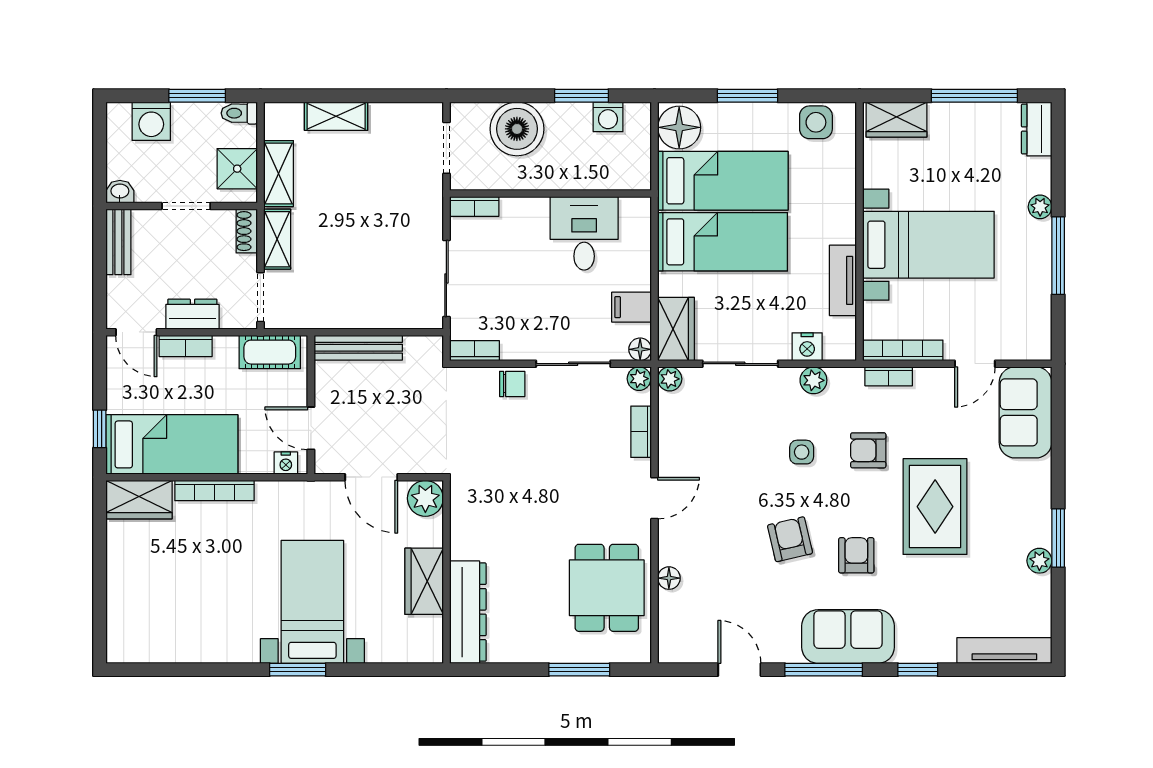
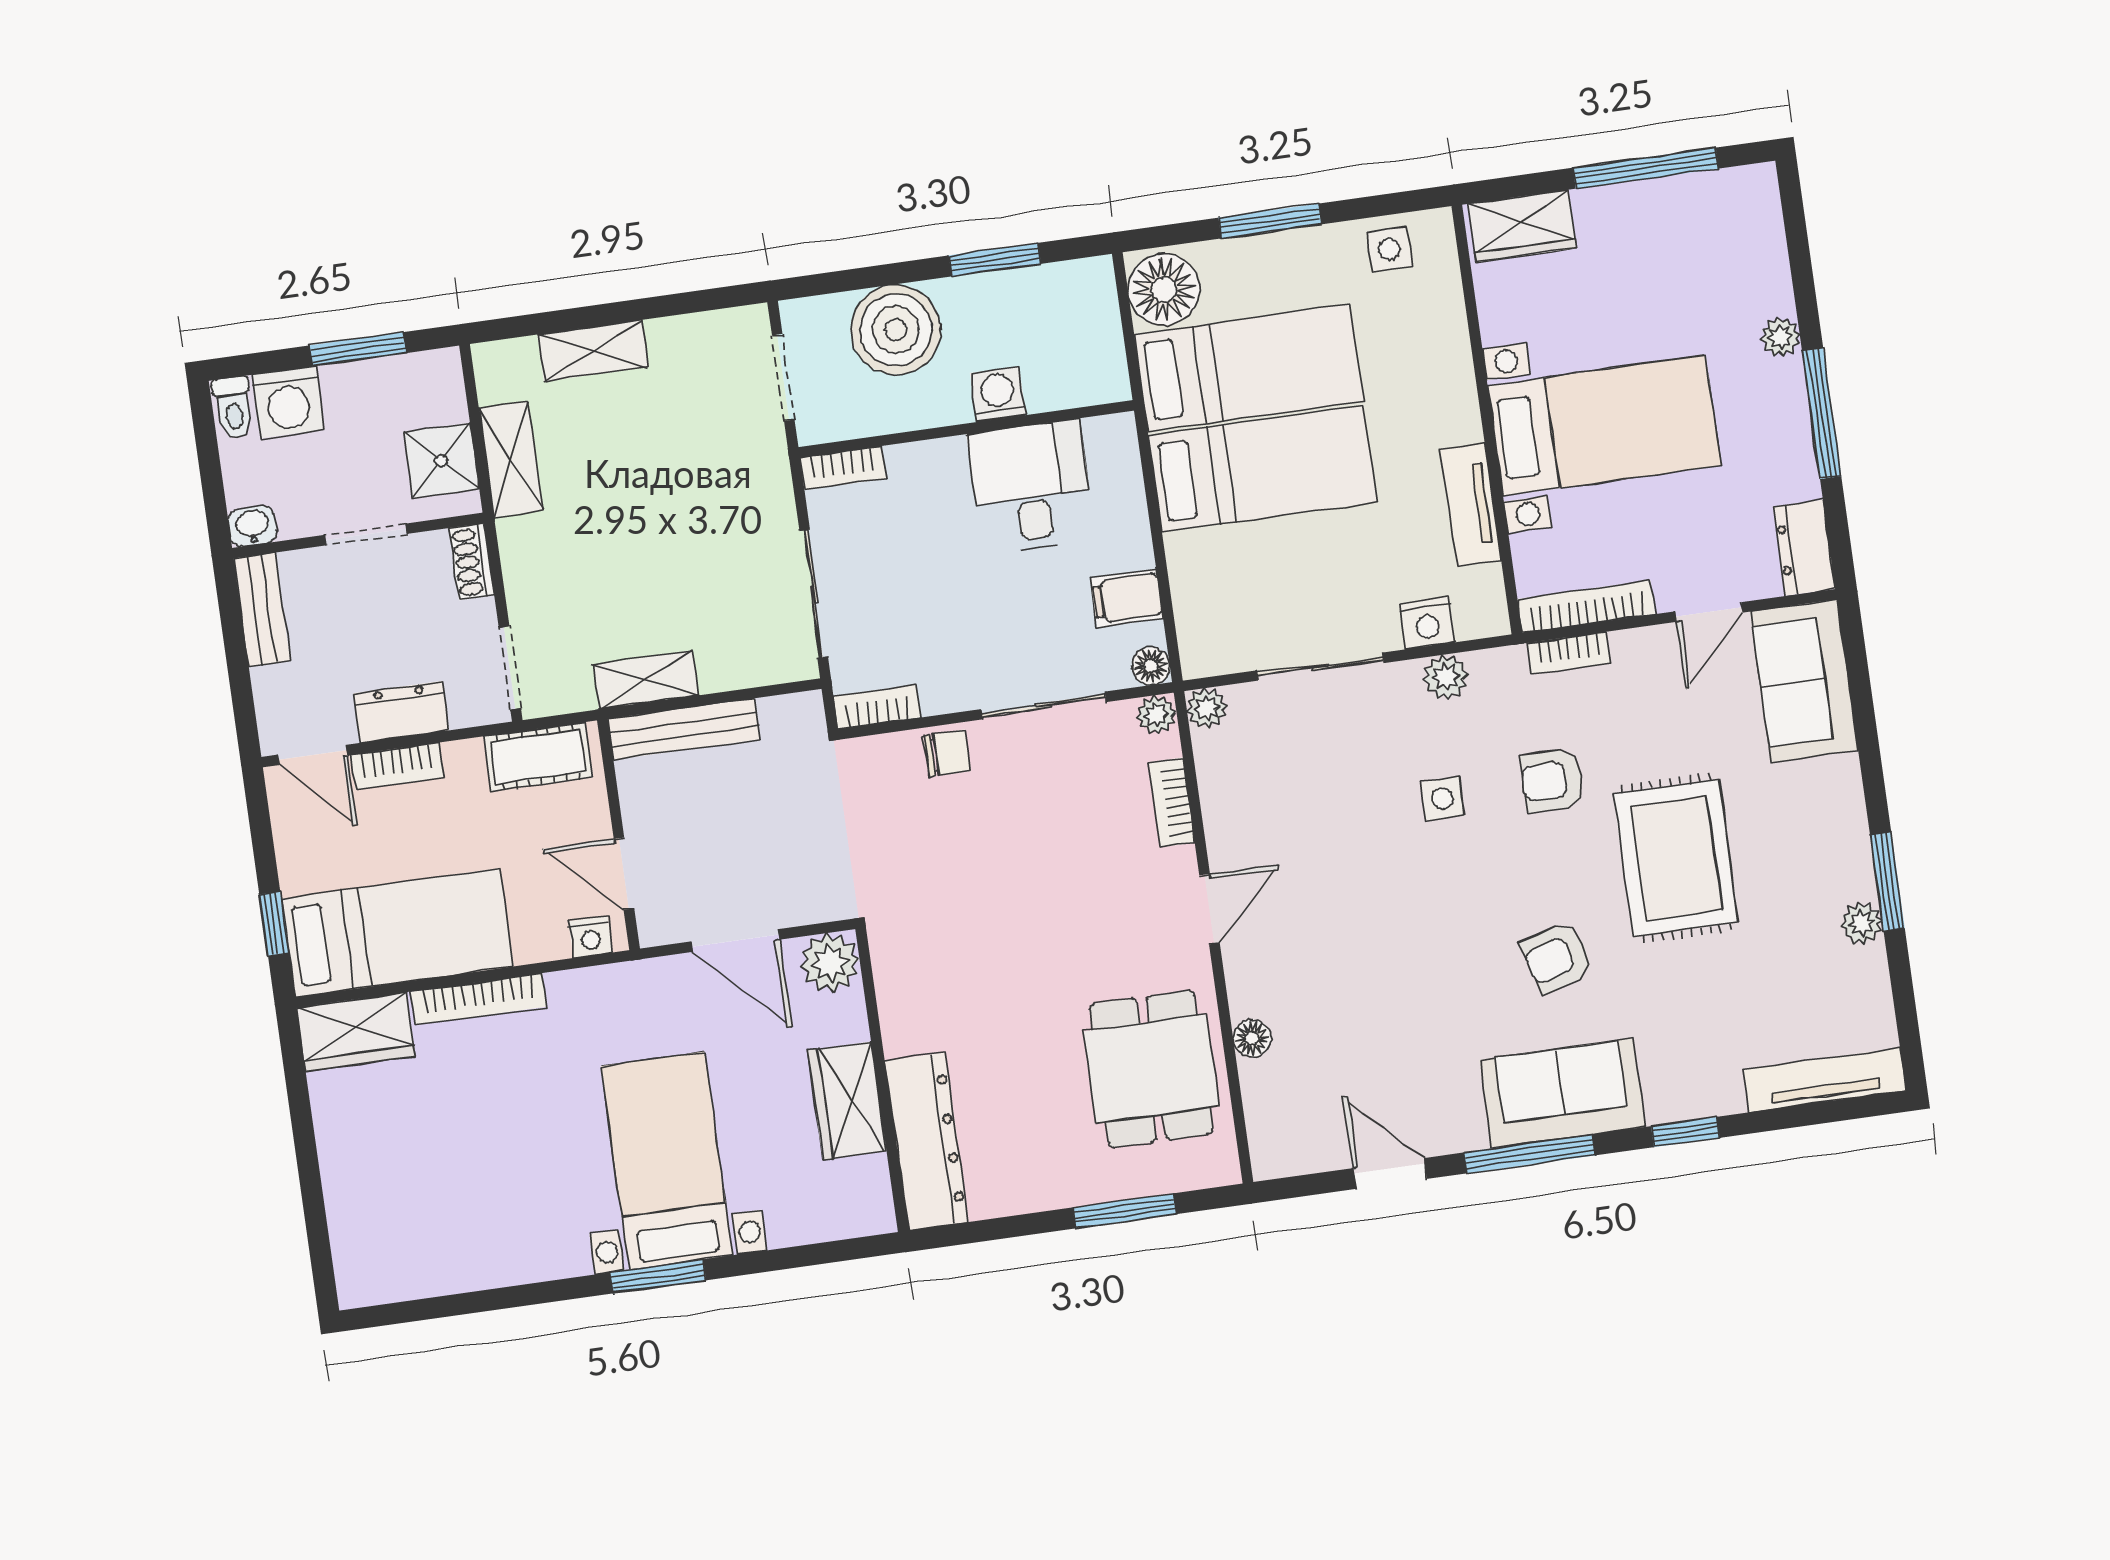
toilet: (239, 113) -> (233, 408), moved, turned -90
washing machine: (608, 117) -> (998, 394), moved, turned 180
side table: (816, 122) -> (1389, 249), width x0.73, depth x0.73
dresser: (1037, 129) -> (1804, 548), moved
shelving: (277, 239) -> (646, 680), moved, turned 90
wardrobe: (676, 329) -> (1206, 624), removed
armchair: (790, 539) -> (1443, 946), removed
armchair: (856, 555) -> (1557, 957), turned -107

